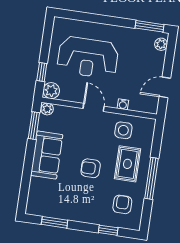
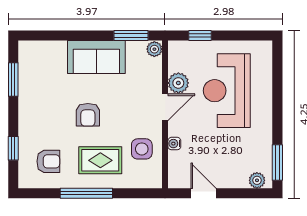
plant: (51, 91) -> (178, 83), moved
armchair: (91, 168) -> (88, 115), turned 180

